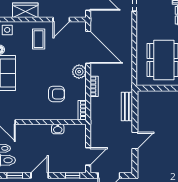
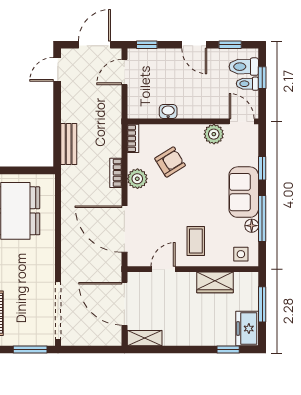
plant: (79, 72) -> (137, 179), moved
armchair: (56, 94) -> (170, 162), turned 148
plant: (26, 113) -> (214, 134), added
door: (135, 141) -> (57, 69), moved
door: (40, 175) -> (194, 45), hinge flipped

